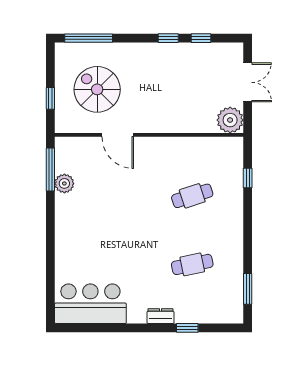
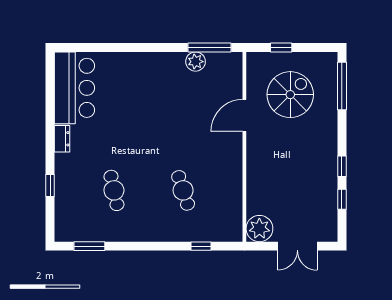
dresser: (160, 316) -> (62, 139), moved

